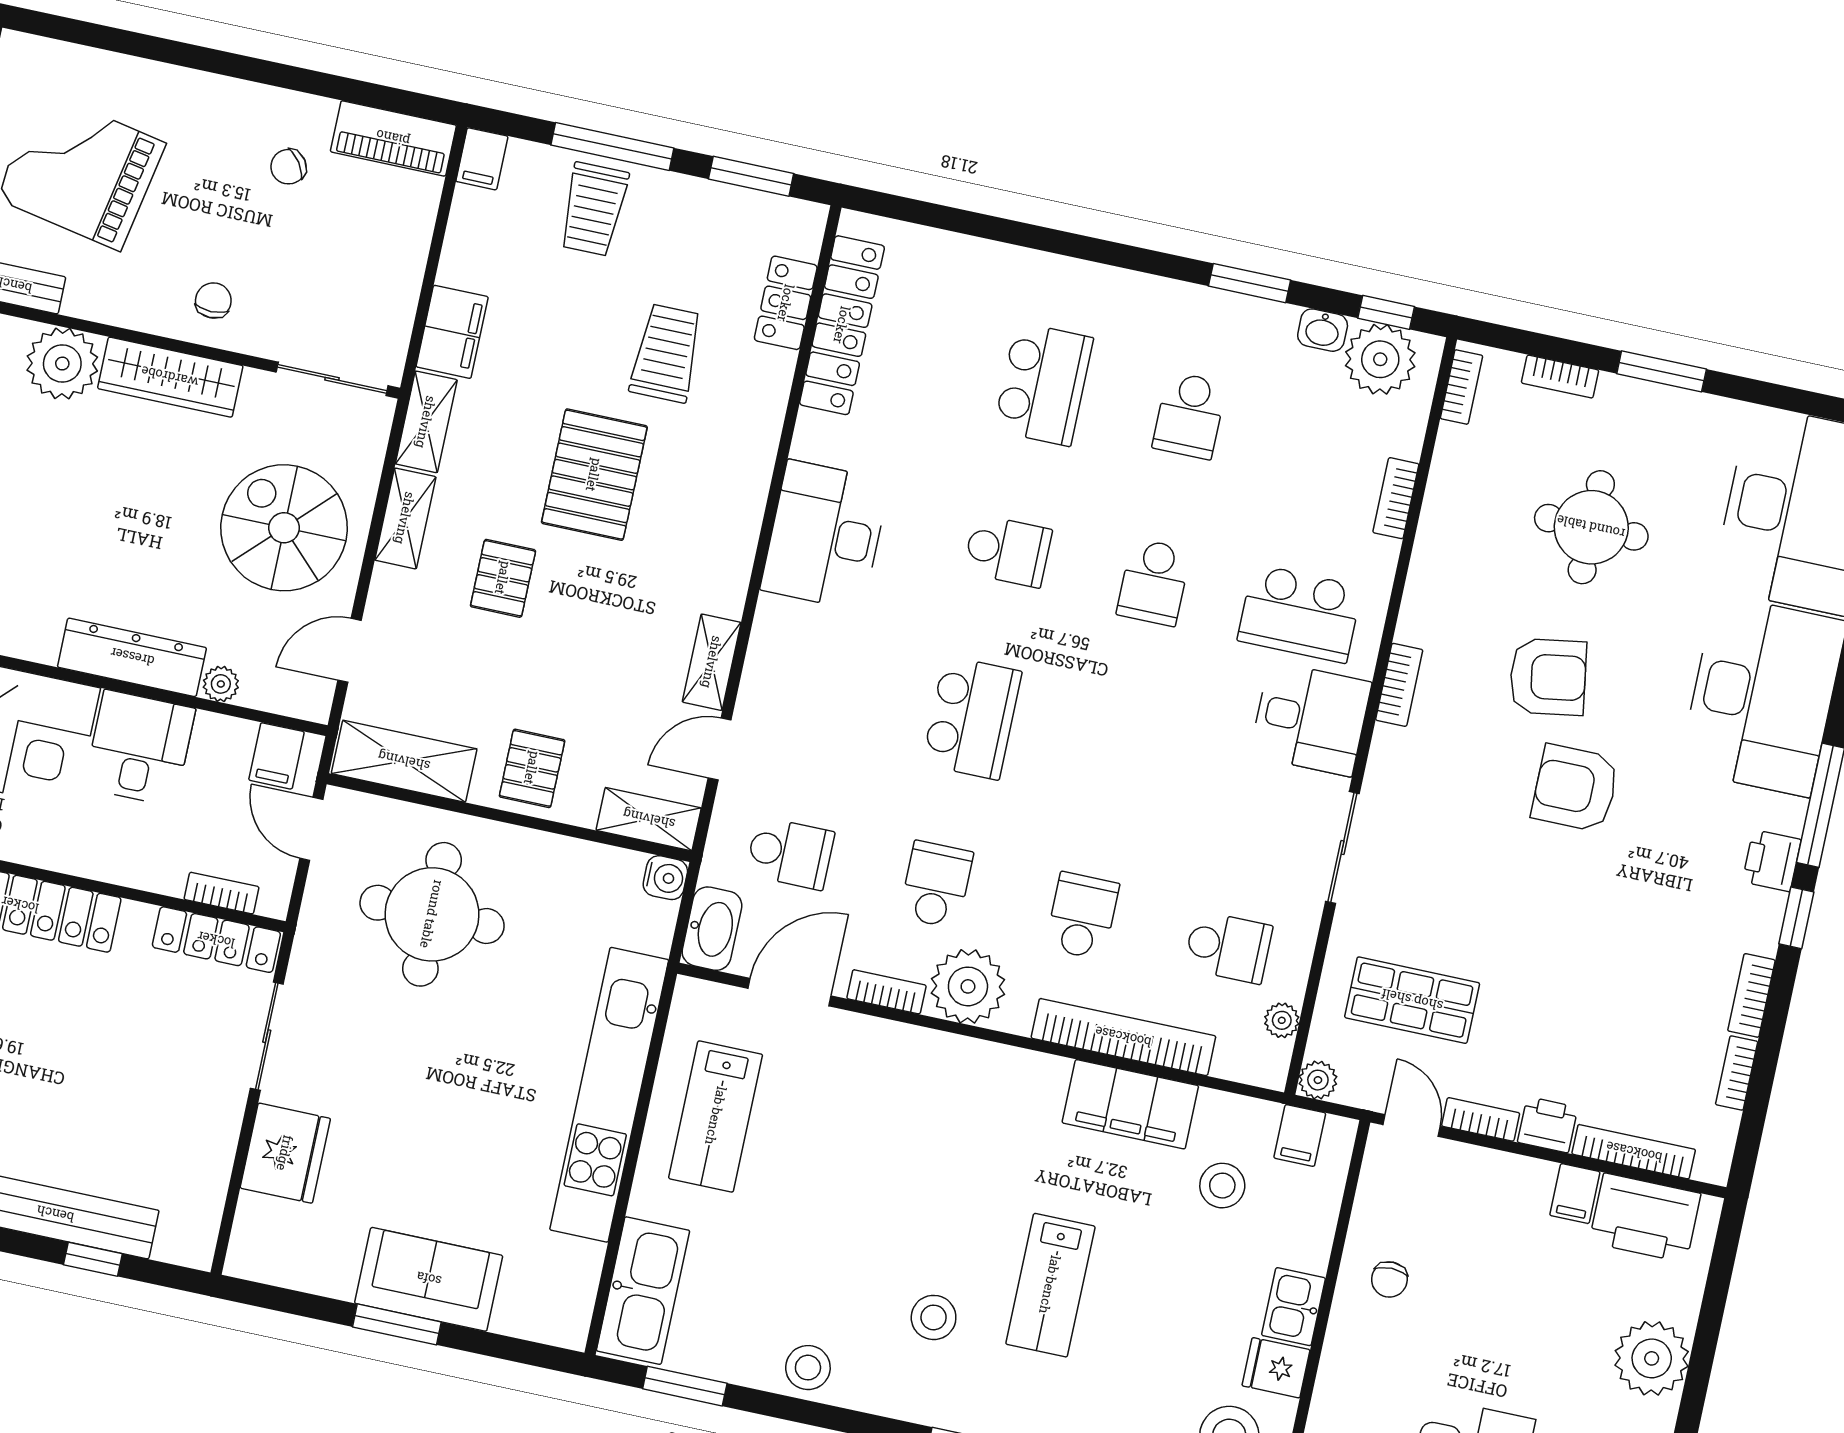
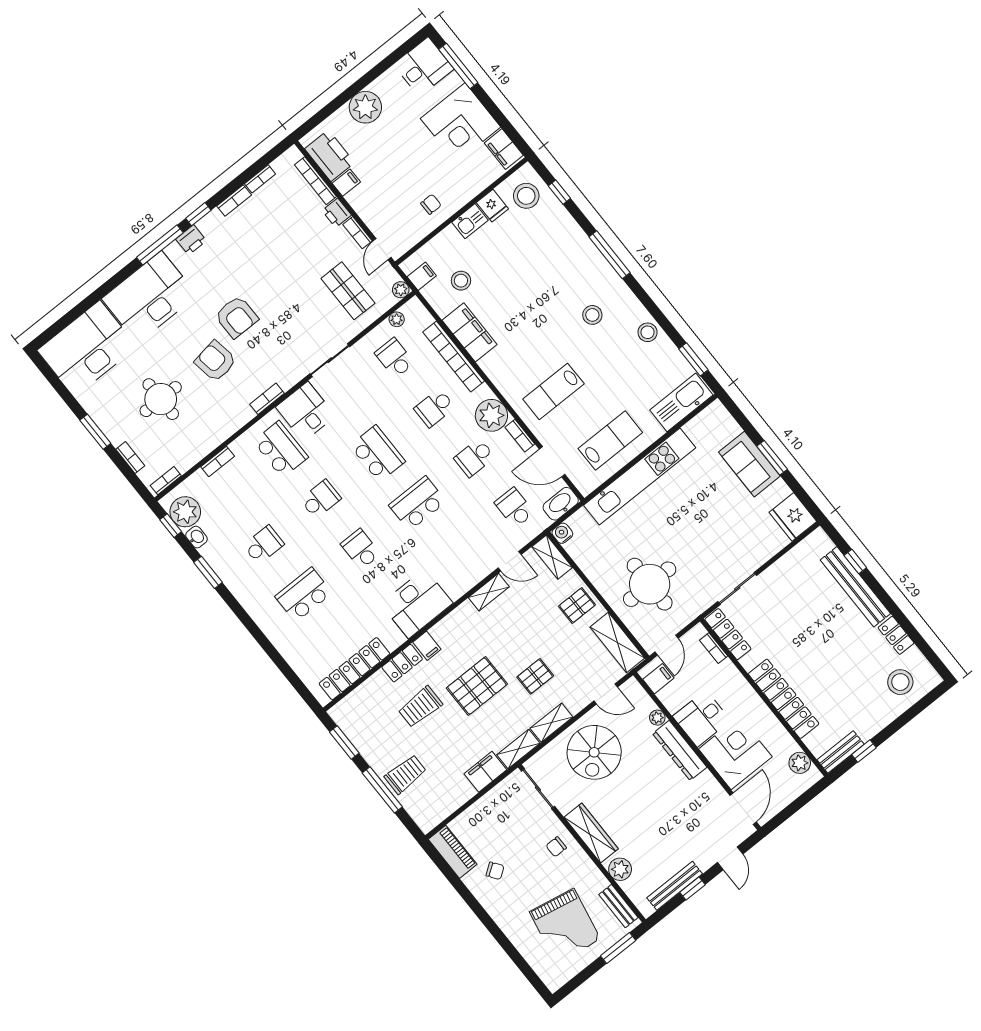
filing cabinet: (482, 159) -> (427, 646), moved, turned 90
locker: (786, 303) -> (402, 663), moved
plant: (62, 364) -> (620, 869), width x0.73, depth x0.73
school desk: (1118, 749) -> (378, 454), added
fridge: (285, 1153) -> (793, 517), moved, turned -90
lab bench: (1050, 1285) -> (553, 391), moved, turned 180

